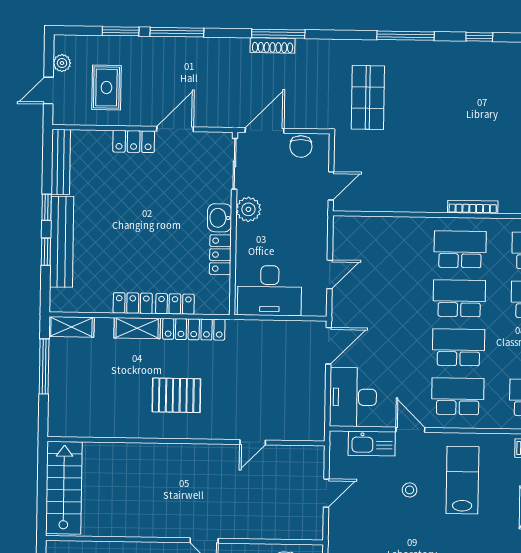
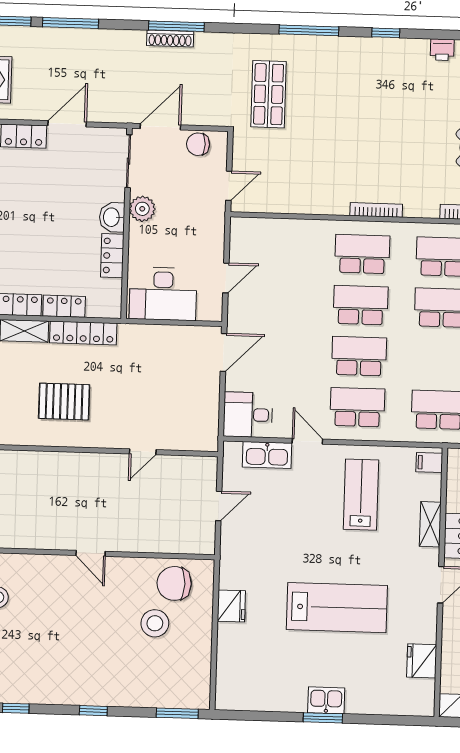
chair: (301, 147) -> (198, 144), turned 90
desk: (353, 397) -> (248, 415), width x0.73
stool: (410, 490) -> (306, 504), removed

